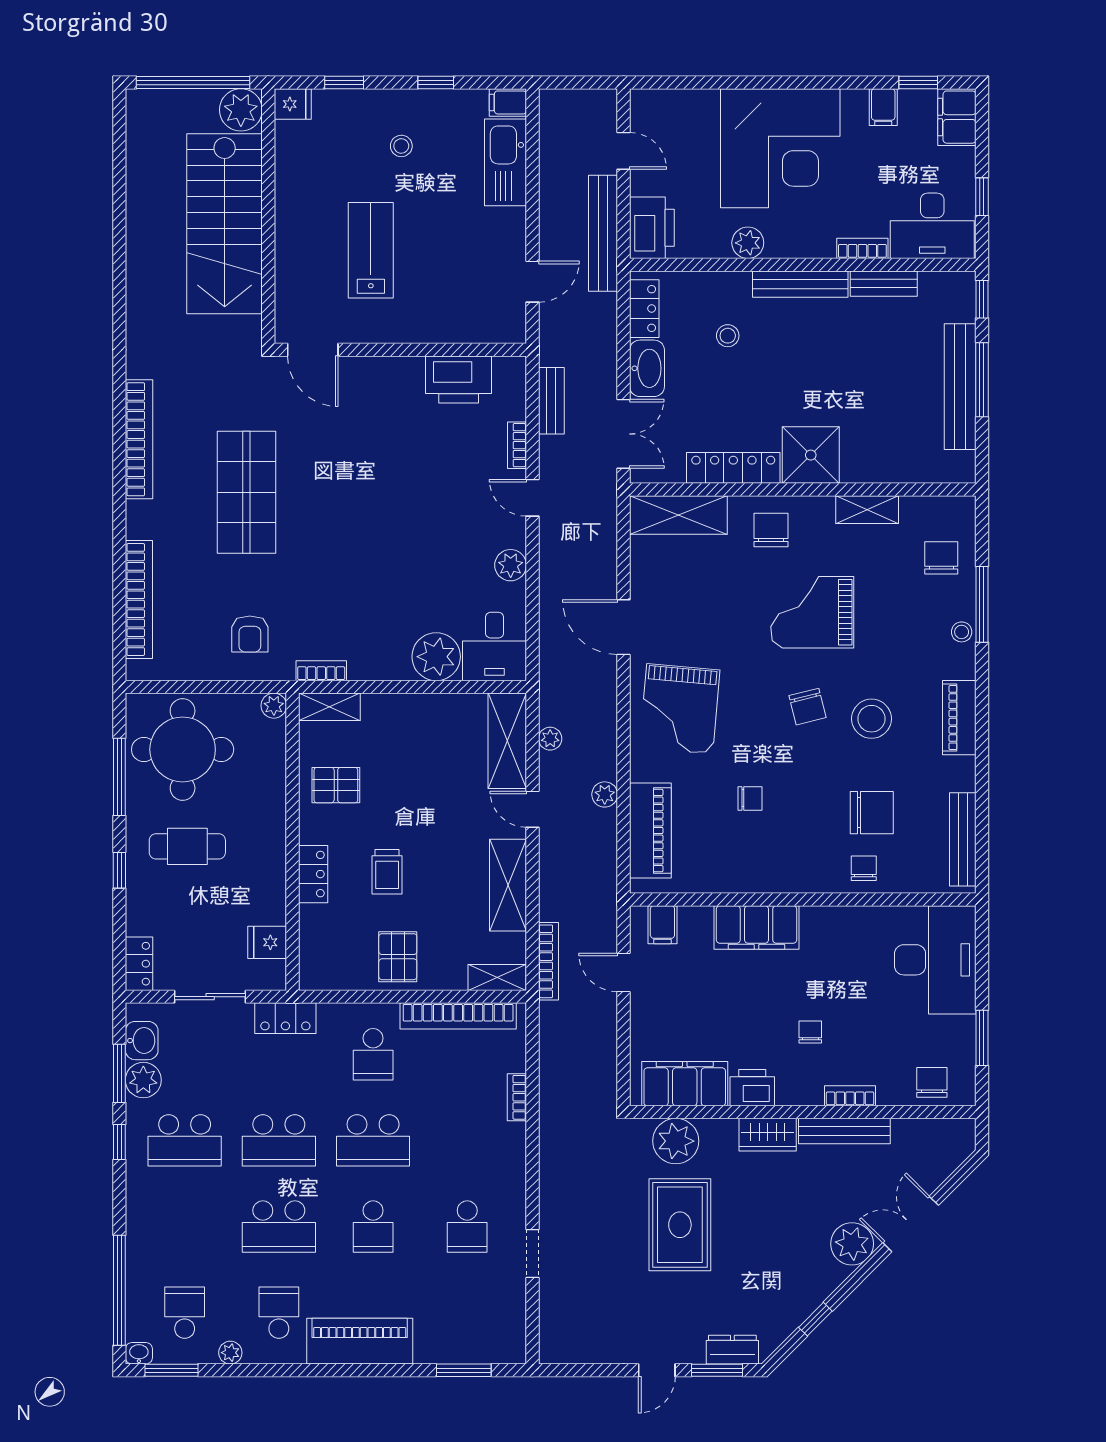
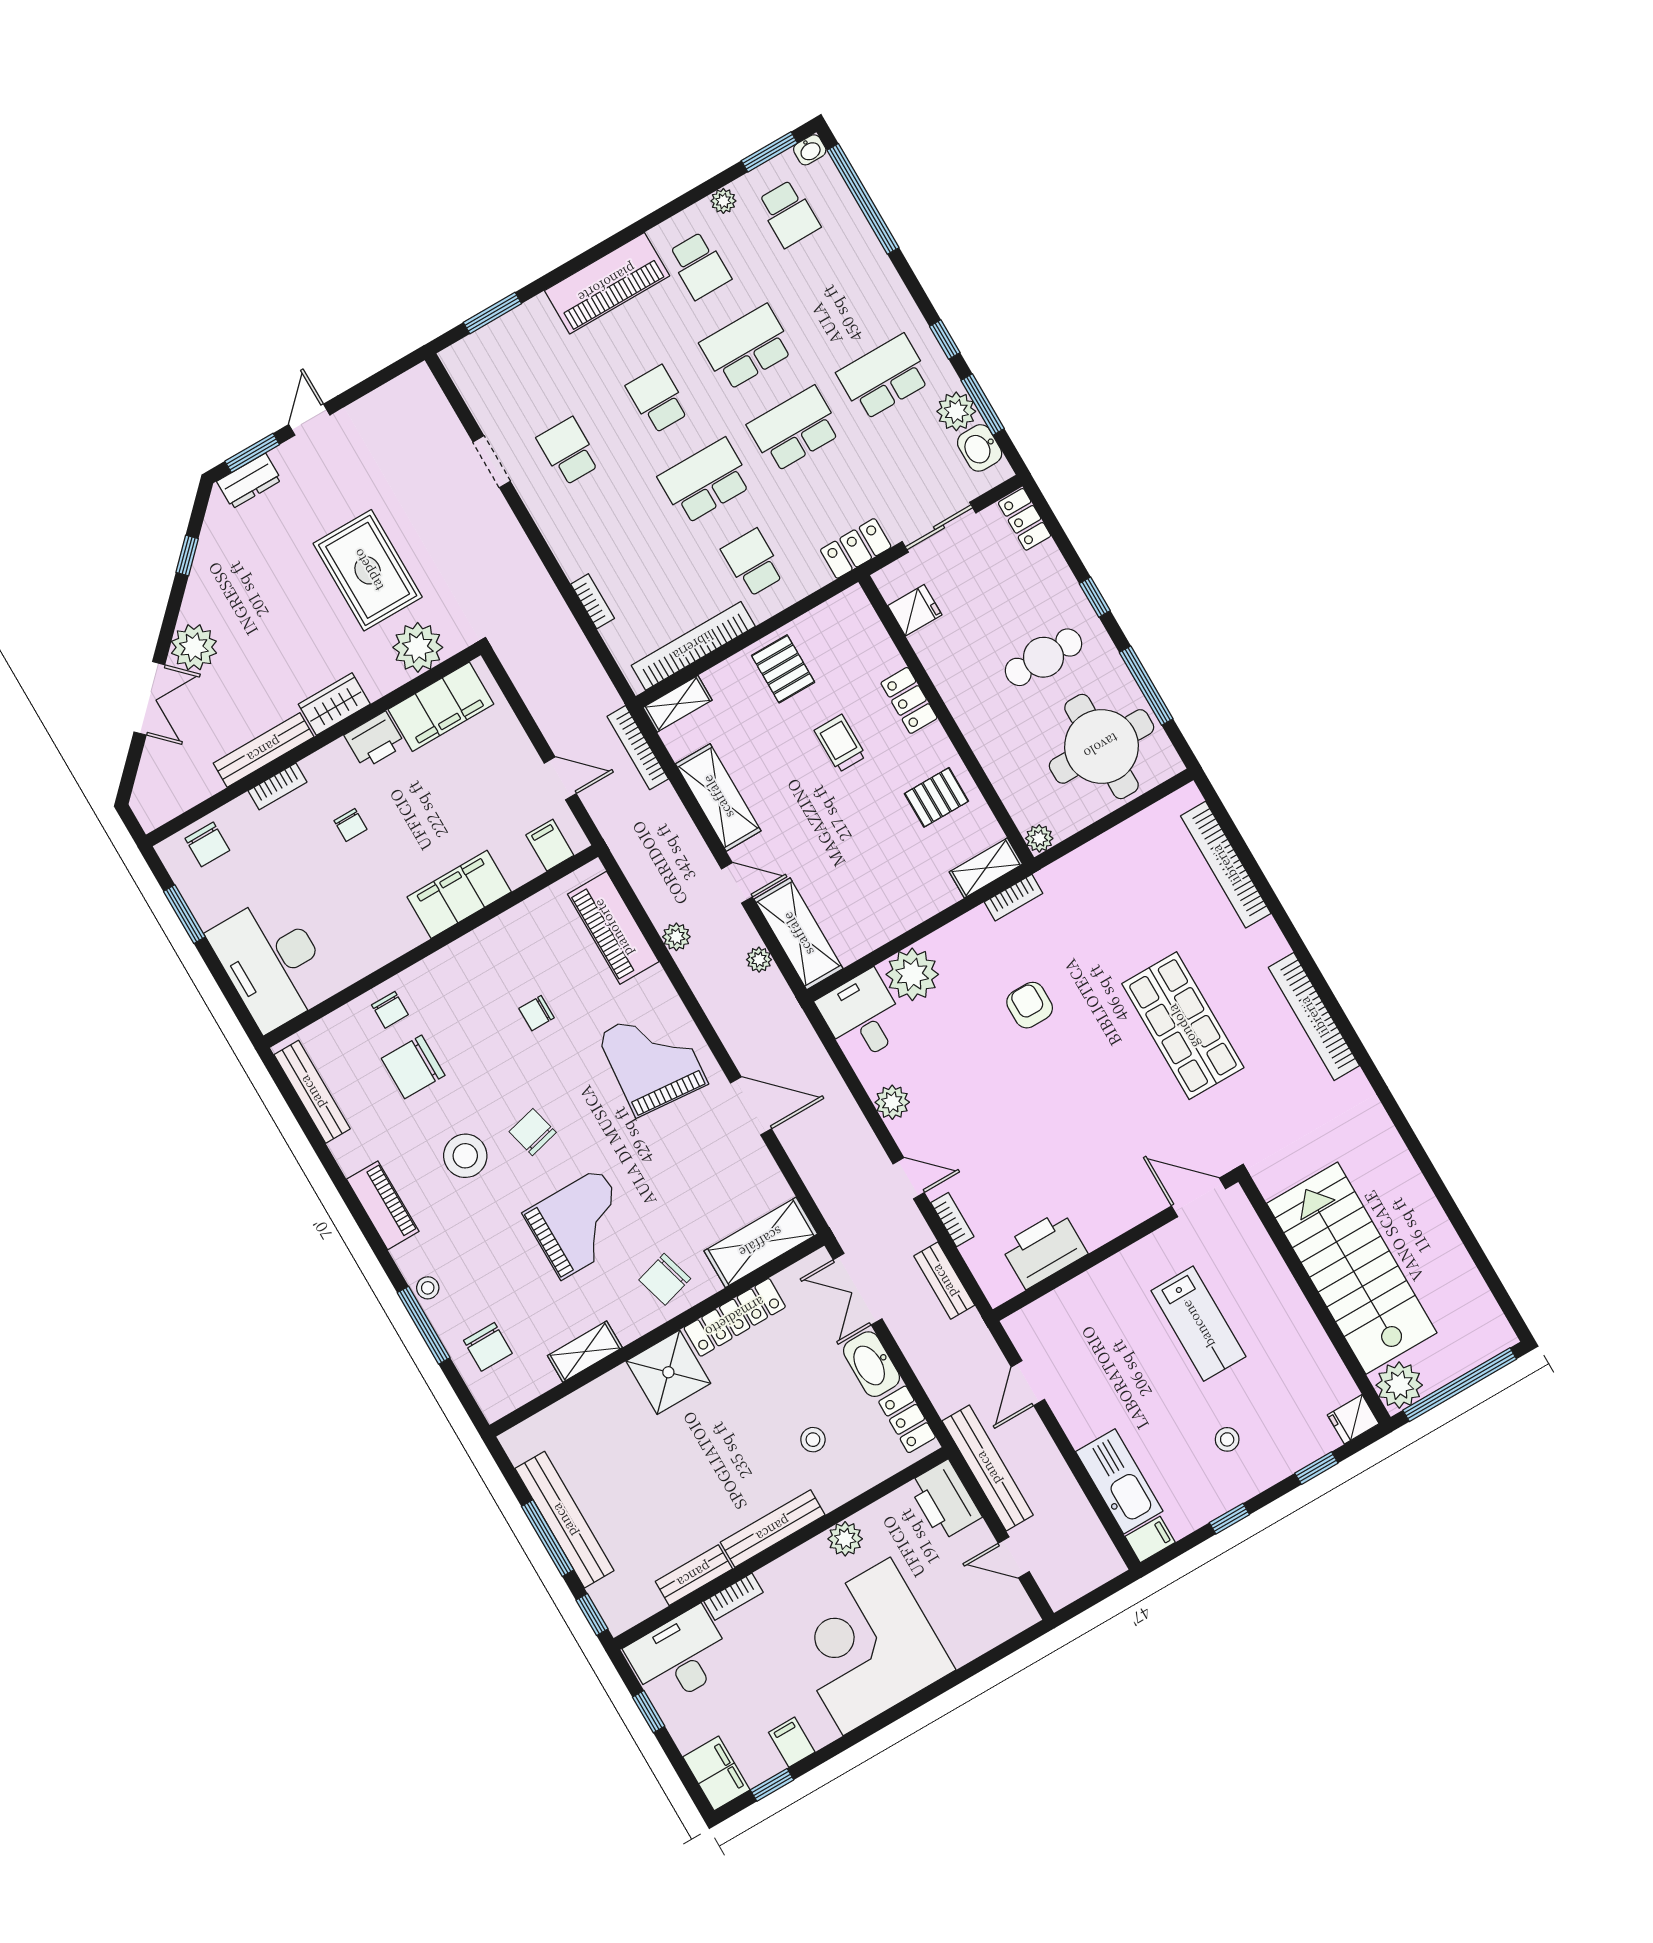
chair: (771, 530) -> (665, 1279), turned 74
armchair: (250, 634) -> (1030, 1005), moved

